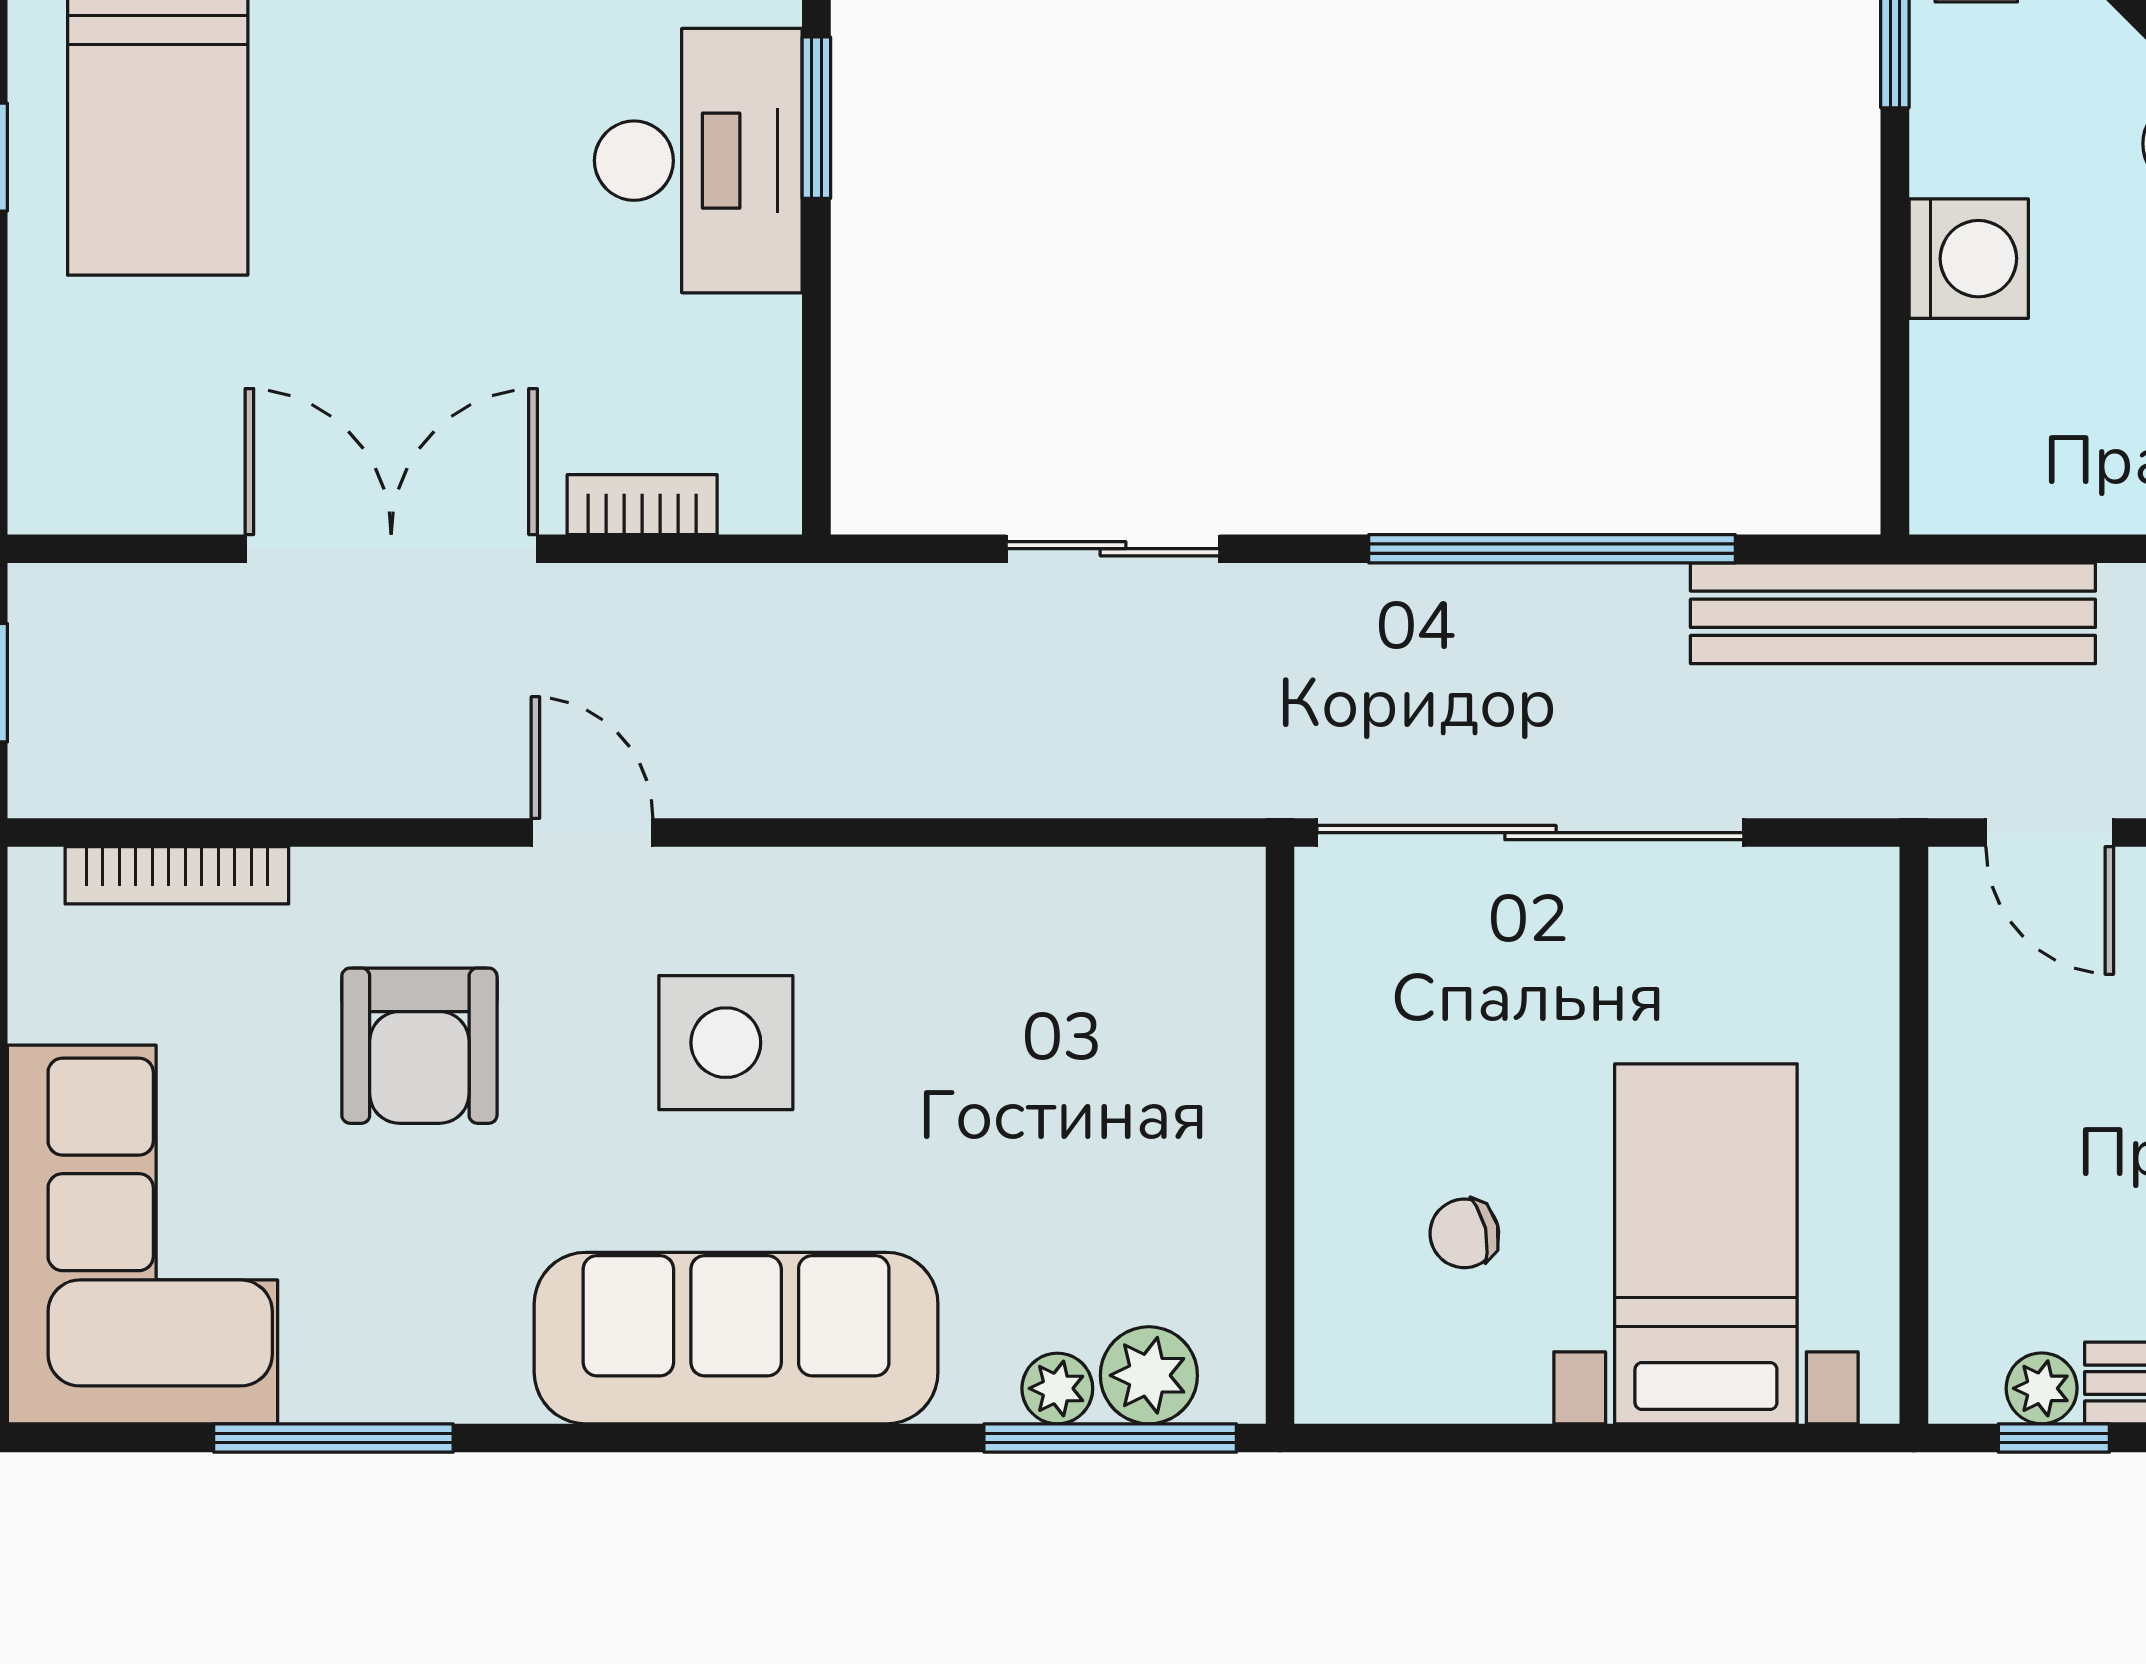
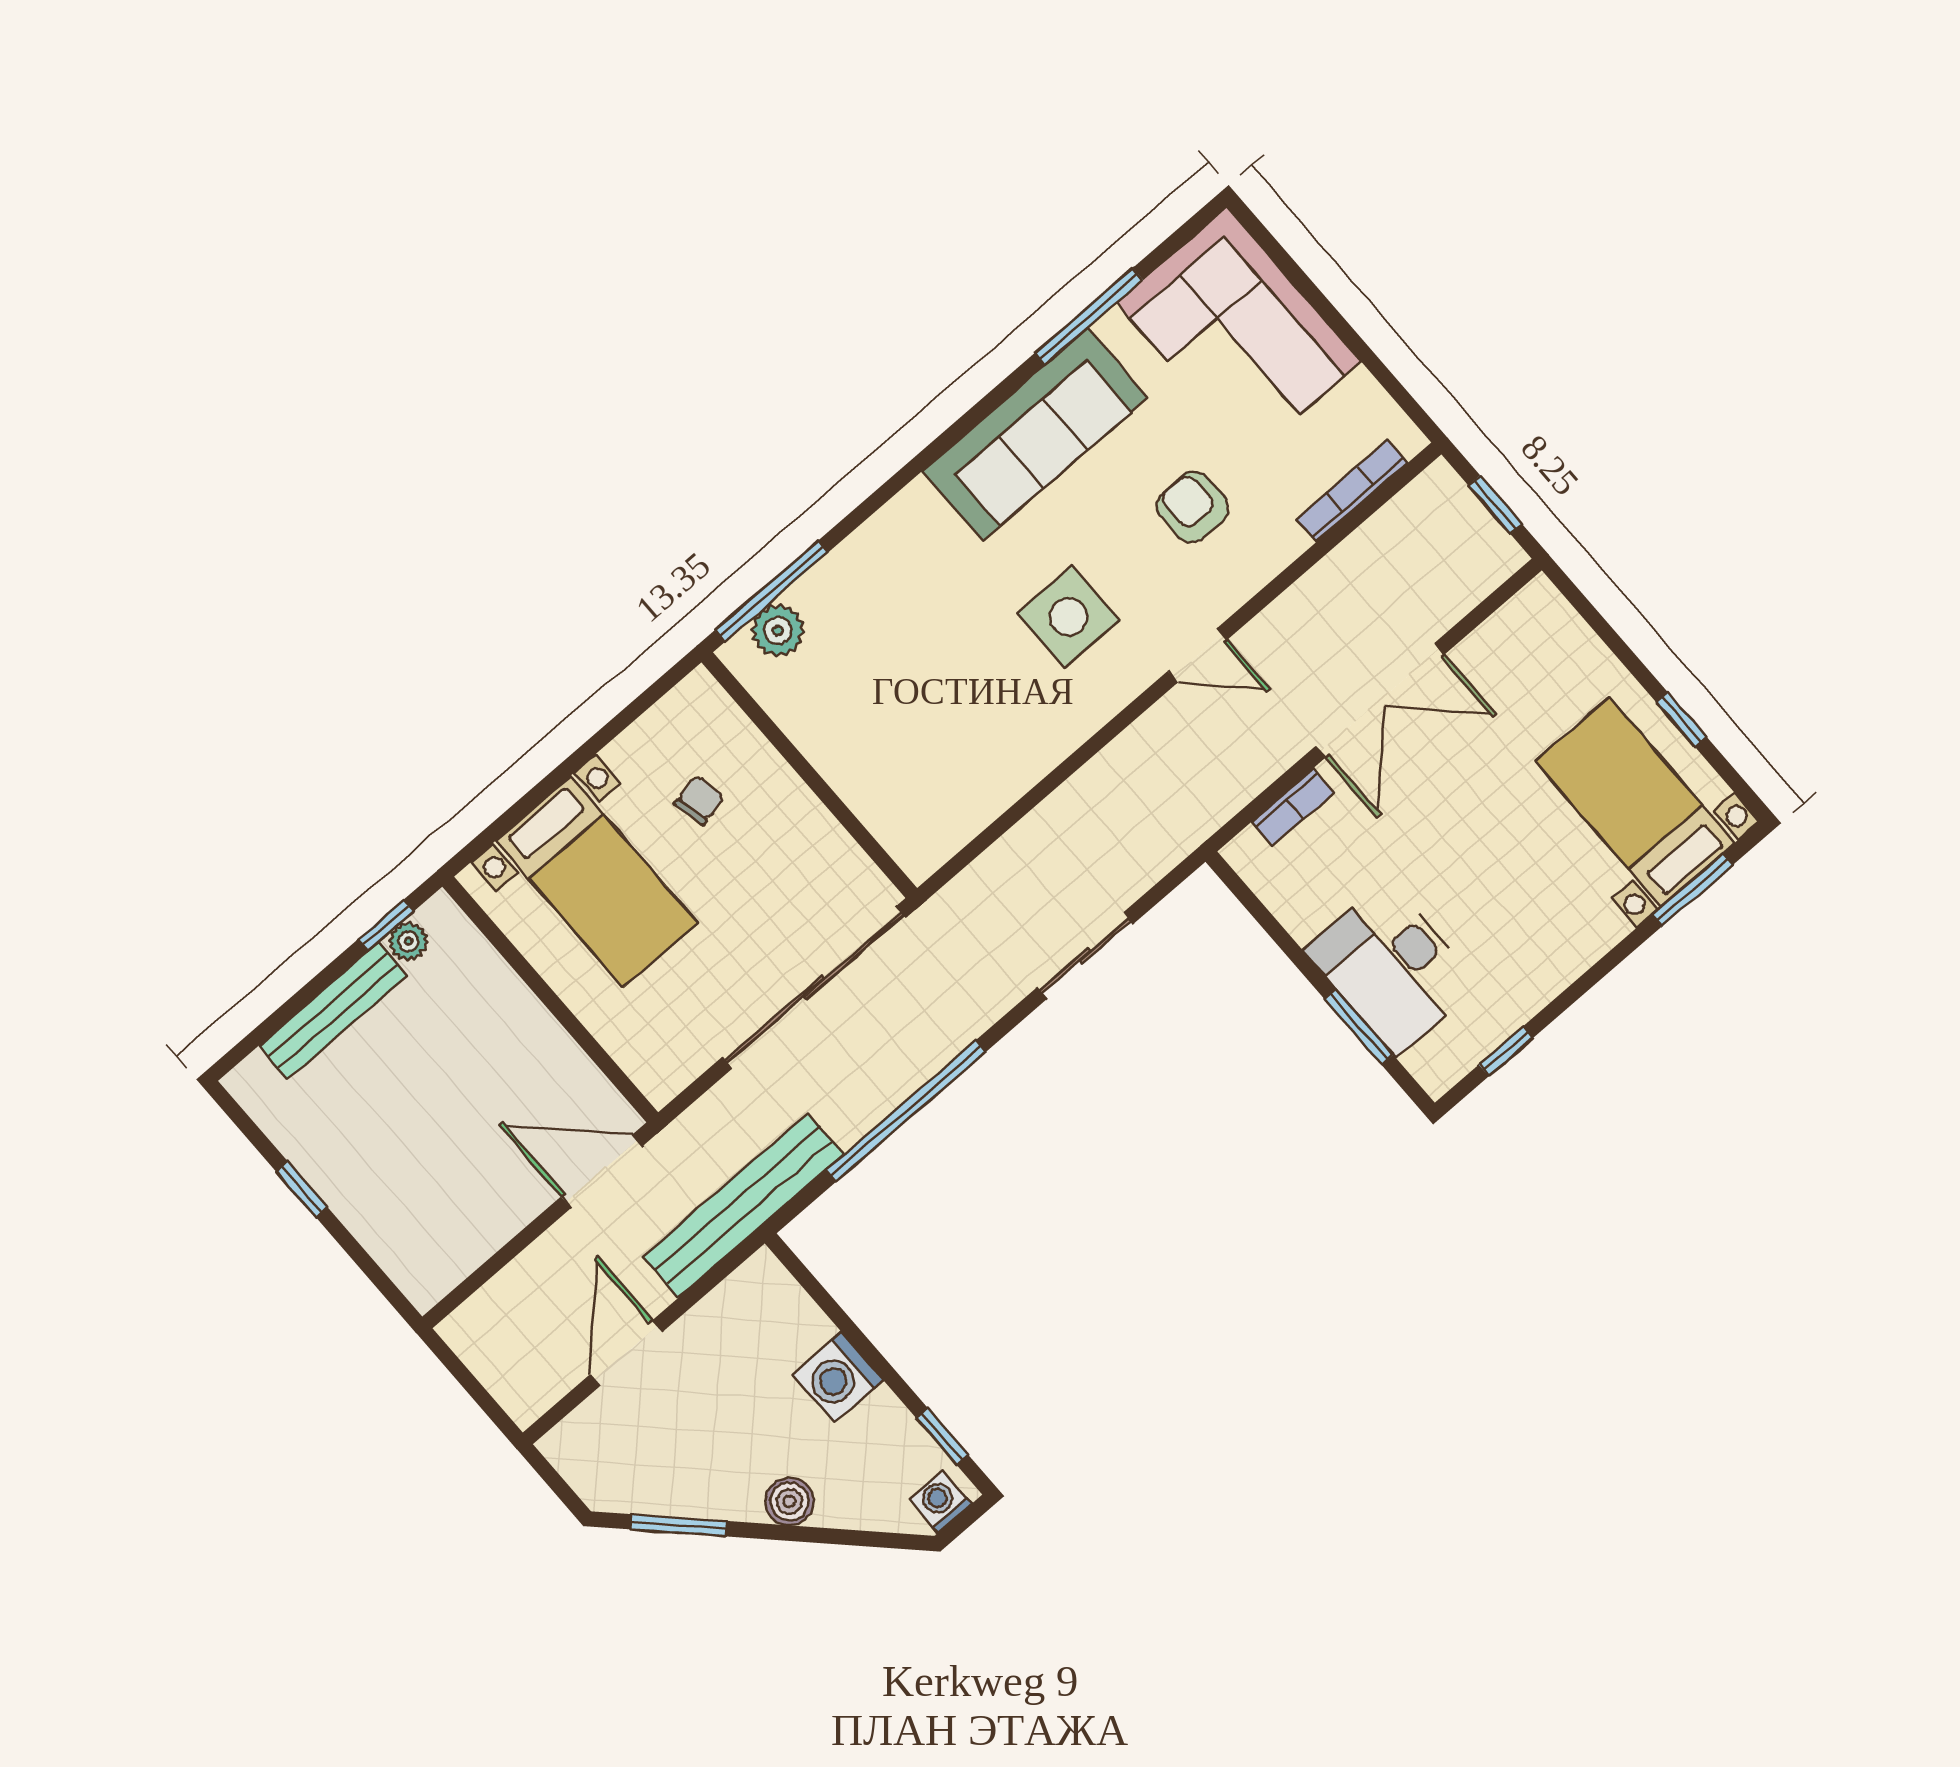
door: (2050, 833) -> (602, 1171), width x1.38
armchair: (419, 1046) -> (1193, 507), width x0.72, depth x0.72
sofa: (736, 1338) -> (1035, 434), moved
plant: (1057, 1388) -> (811, 593), removed

